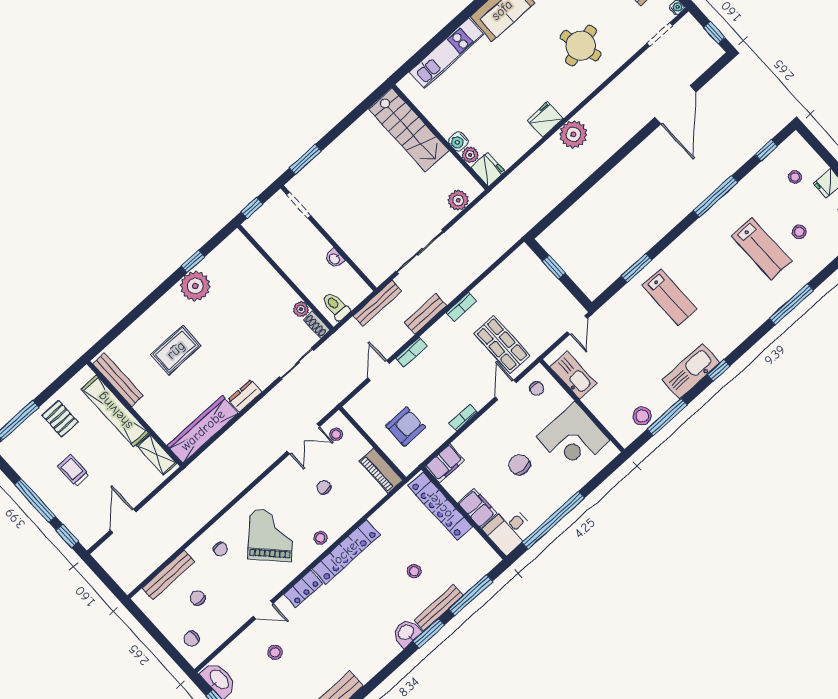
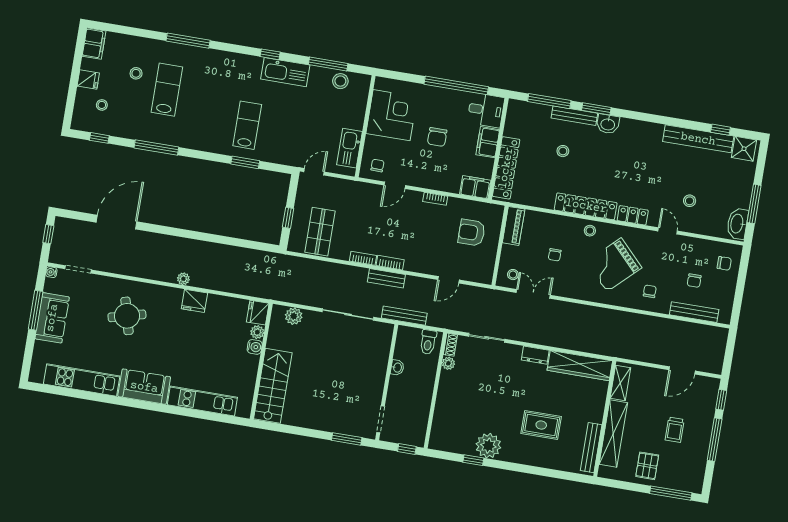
plant: (573, 134) -> (183, 279), width x0.53, depth x0.53
shop shelf: (502, 344) -> (320, 232), moved
bookcase: (412, 352) -> (390, 263), moved

